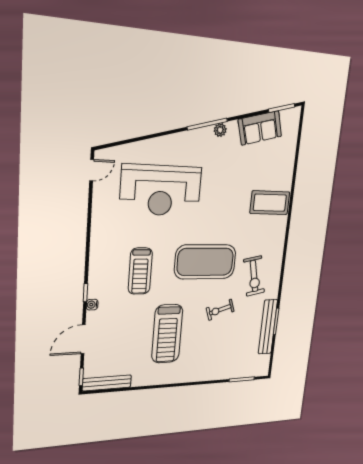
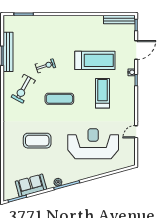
door: (92, 170) -> (136, 132), moved
coffee table: (270, 203) -> (37, 141), moved
exercise mat: (205, 262) -> (59, 99), width x0.50, depth x0.69
exercise bike: (254, 276) -> (23, 89), turned -139
treadmill: (167, 334) -> (95, 60), moved, turned 90

